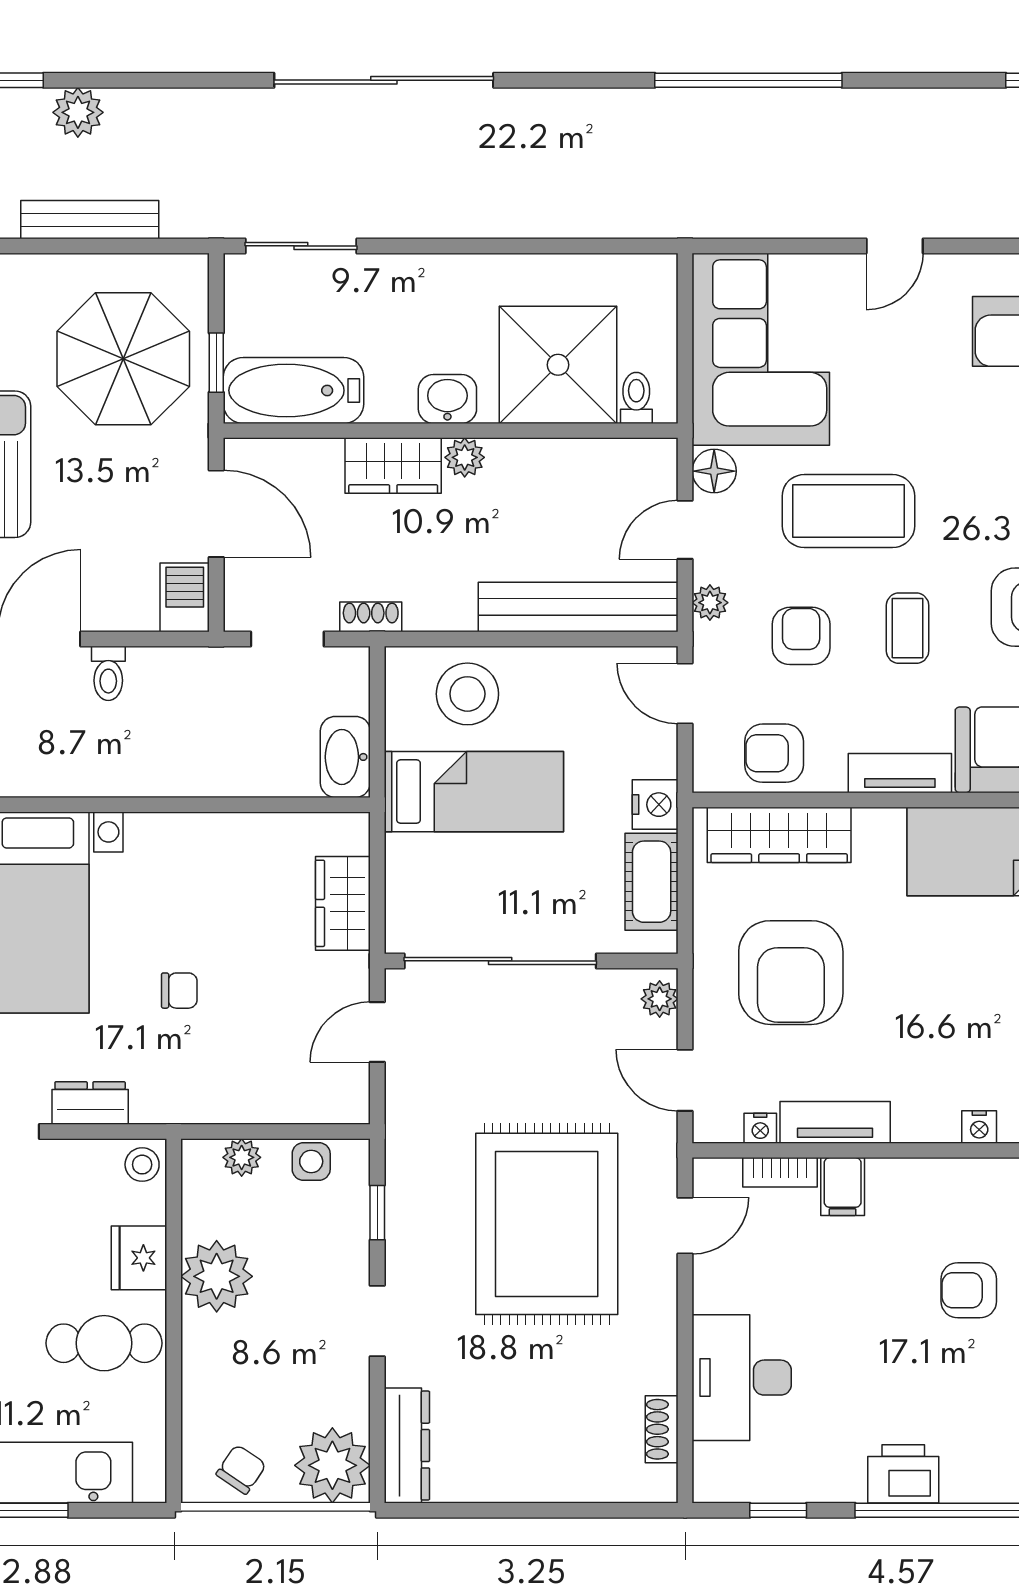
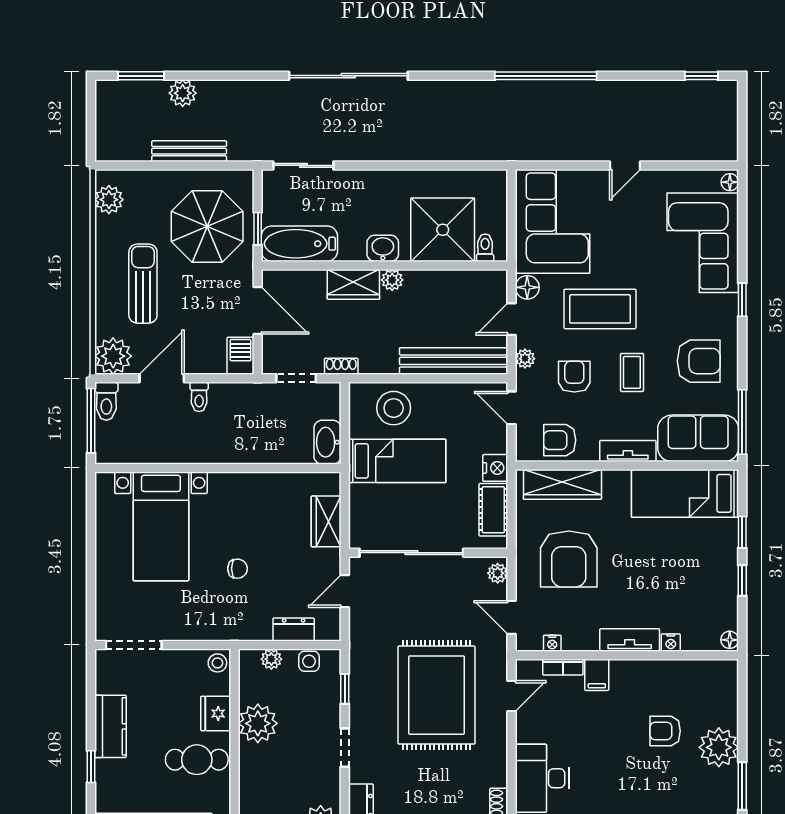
dresser: (90, 1103) -> (294, 630), moved
tv unit: (835, 1122) -> (630, 640), moved

